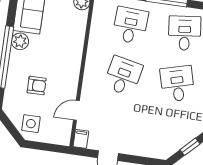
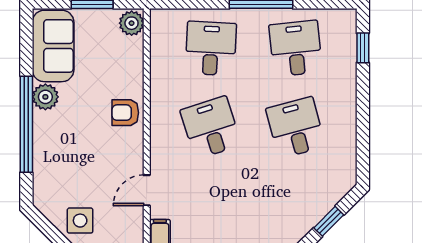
desk: (123, 76) -> (211, 128), turned -30
armchair: (37, 86) -> (125, 113), moved, turned 180

